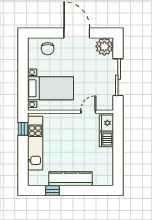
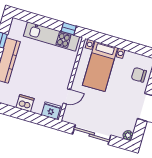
plant: (104, 46) -> (128, 135), width x0.53, depth x0.53
door: (88, 112) -> (67, 96), hinge flipped
dishwasher: (106, 139) -> (25, 103), moved

